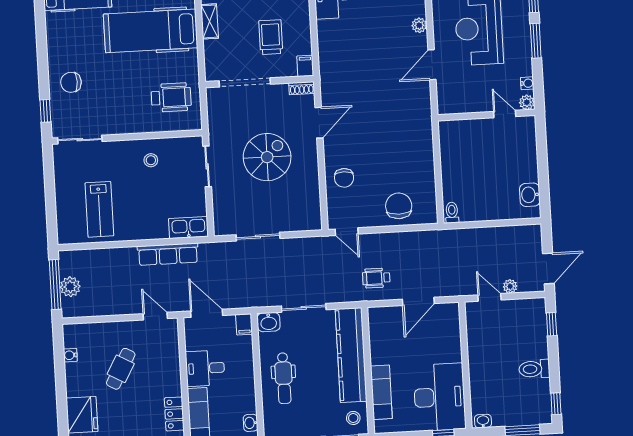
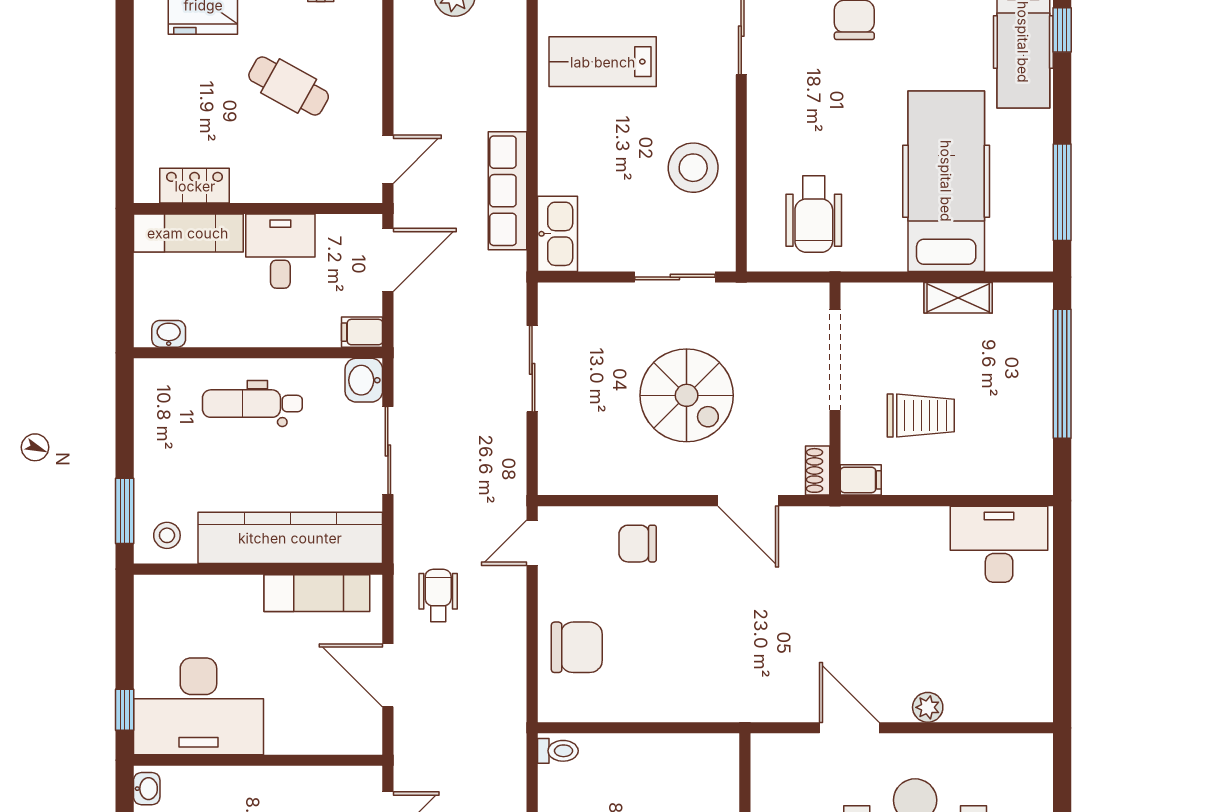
stool: (151, 160) -> (693, 168), width x1.89, depth x1.89
exam couch: (381, 392) -> (317, 593), moved

